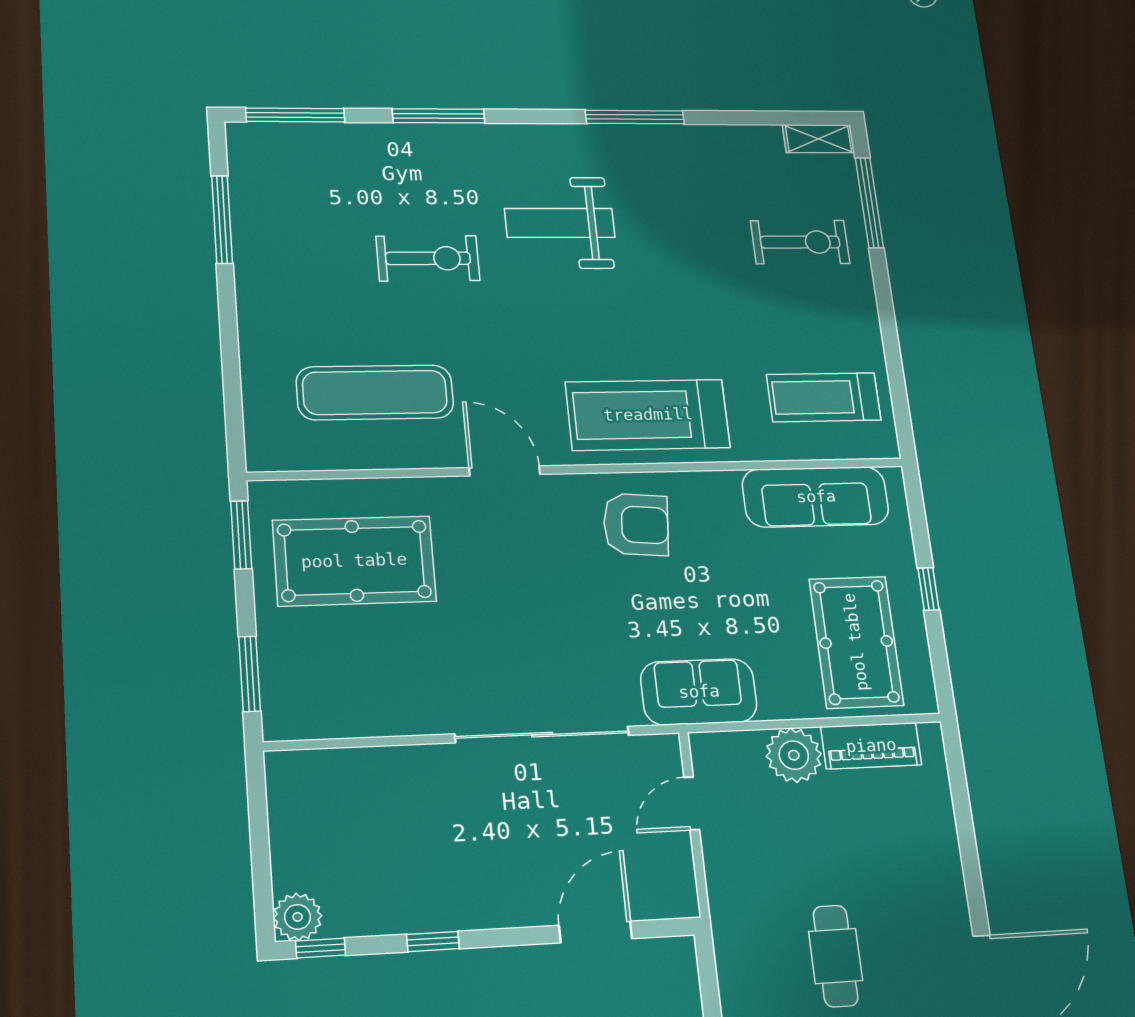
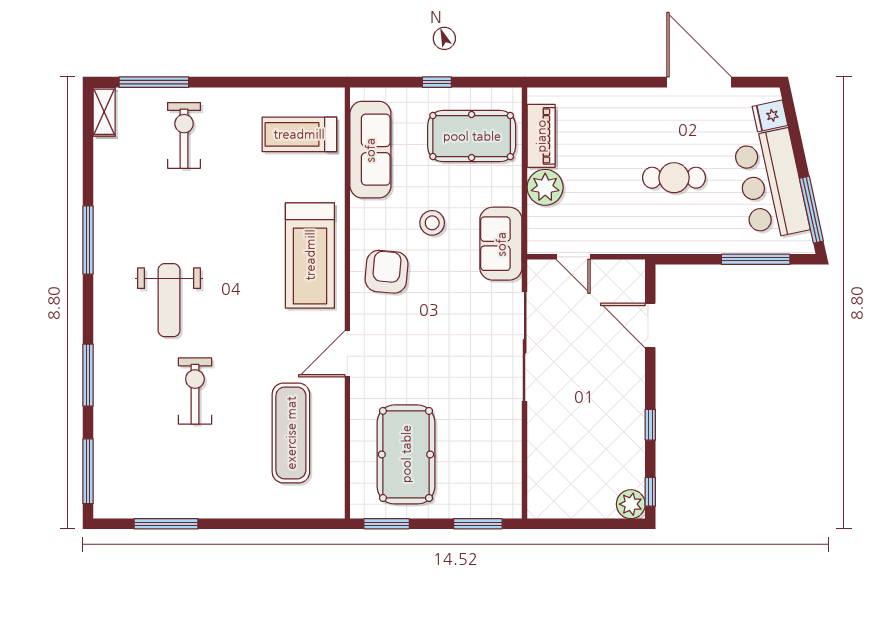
treadmill: (824, 397) -> (299, 134), turned 90
stool: (718, 589) -> (432, 223), added

